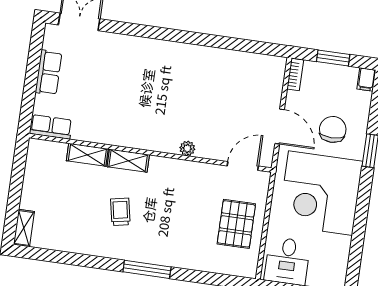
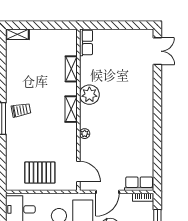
row of seats: (49, 72) -> (139, 184), moved, turned 180
plant: (130, 133) -> (89, 95), added
shelving: (128, 161) -> (71, 109), moved
trolley: (120, 212) -> (21, 110), moved

